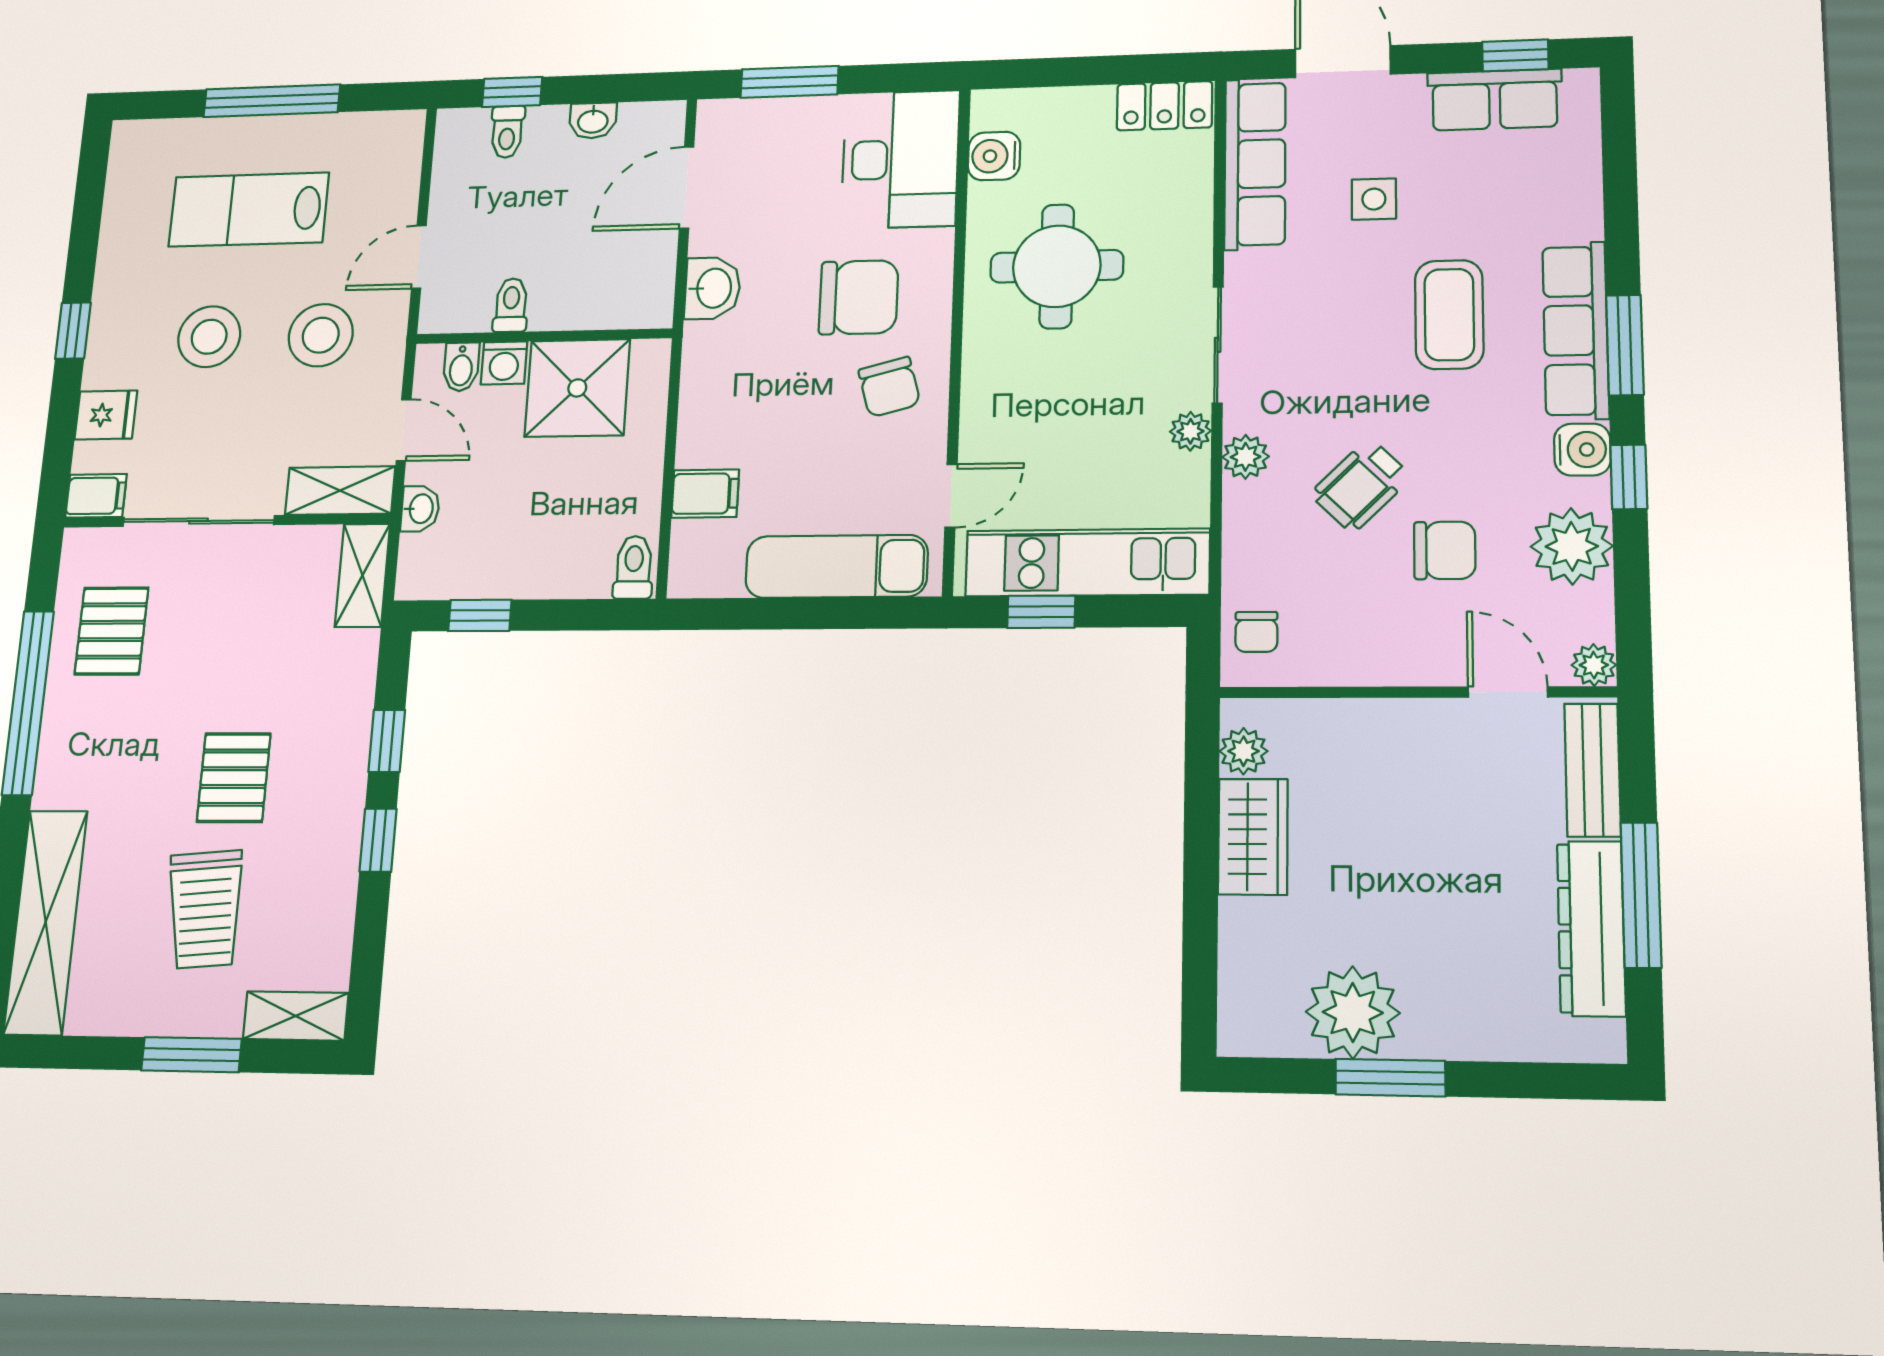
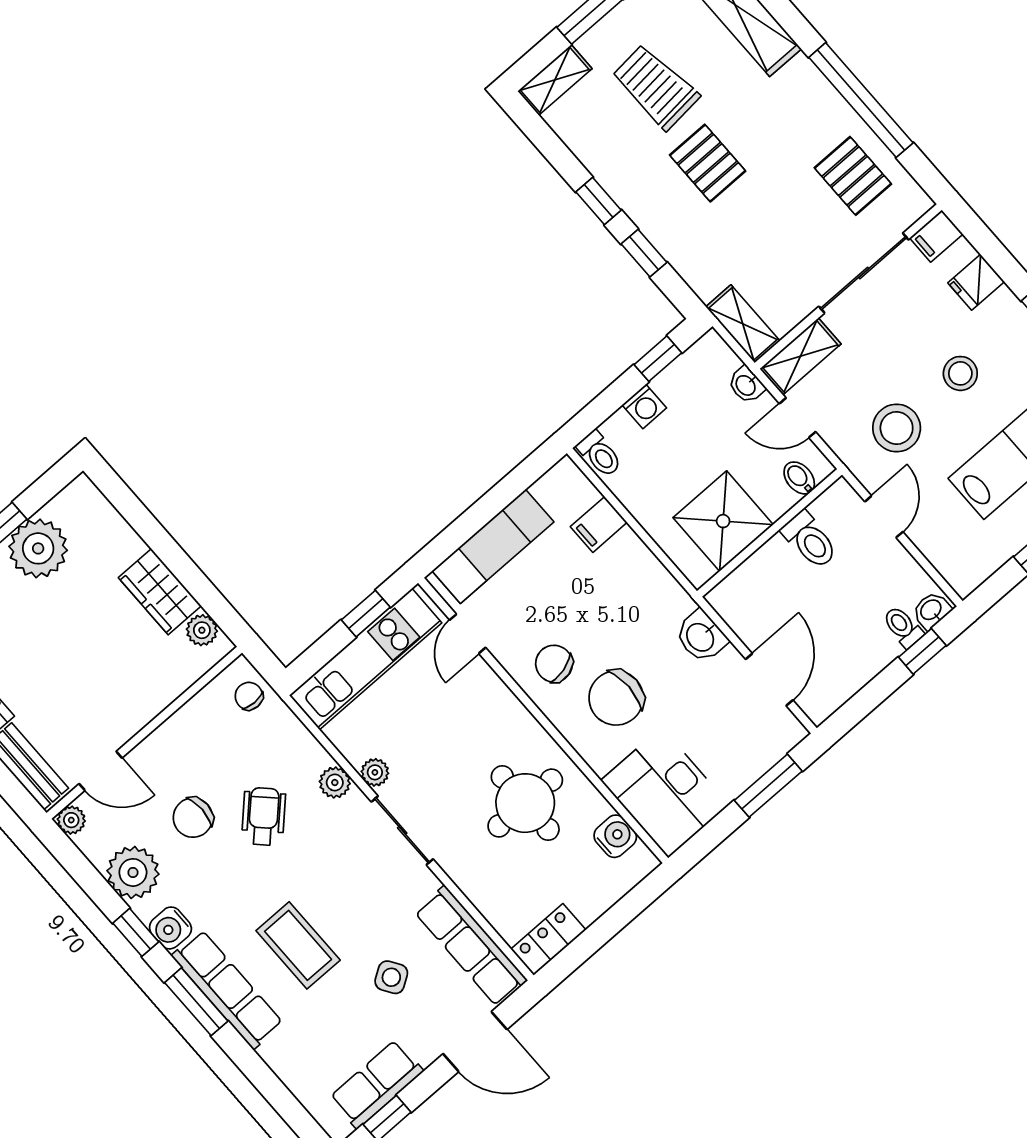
washbasin: (593, 121) -> (931, 610), moved
side table: (1374, 199) -> (391, 977), turned -33
toilet: (511, 305) -> (810, 540), width x1.37, depth x1.39
stool: (209, 337) -> (960, 373), width x0.73, depth x0.73
washing machine: (504, 363) -> (644, 406), moved, turned 180

